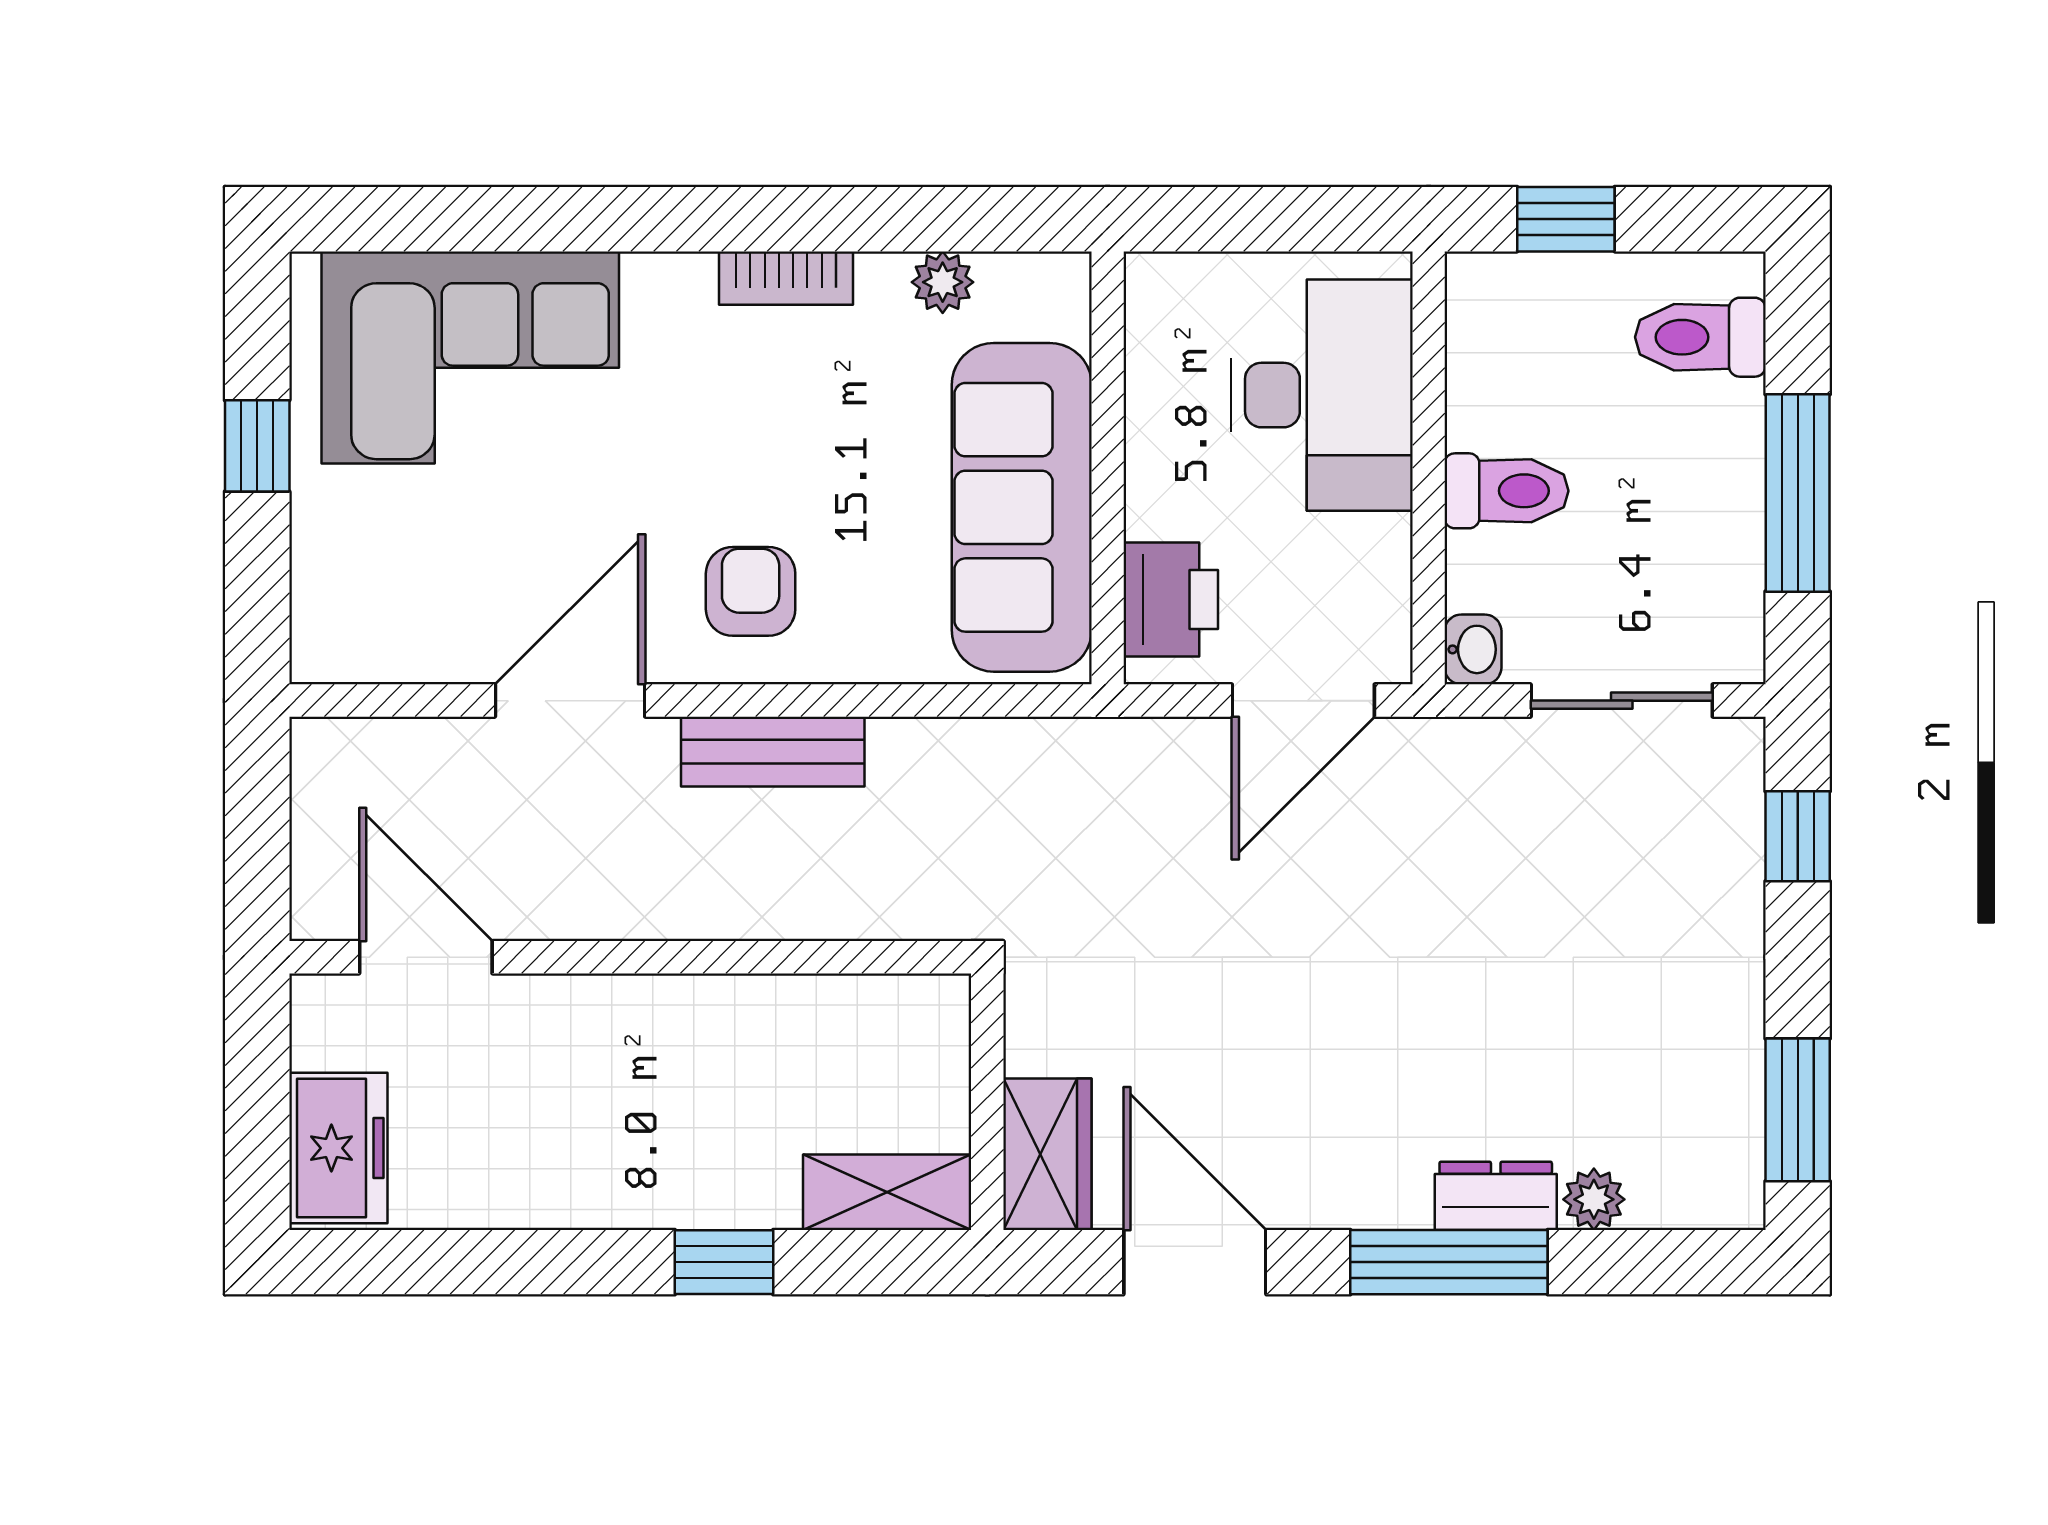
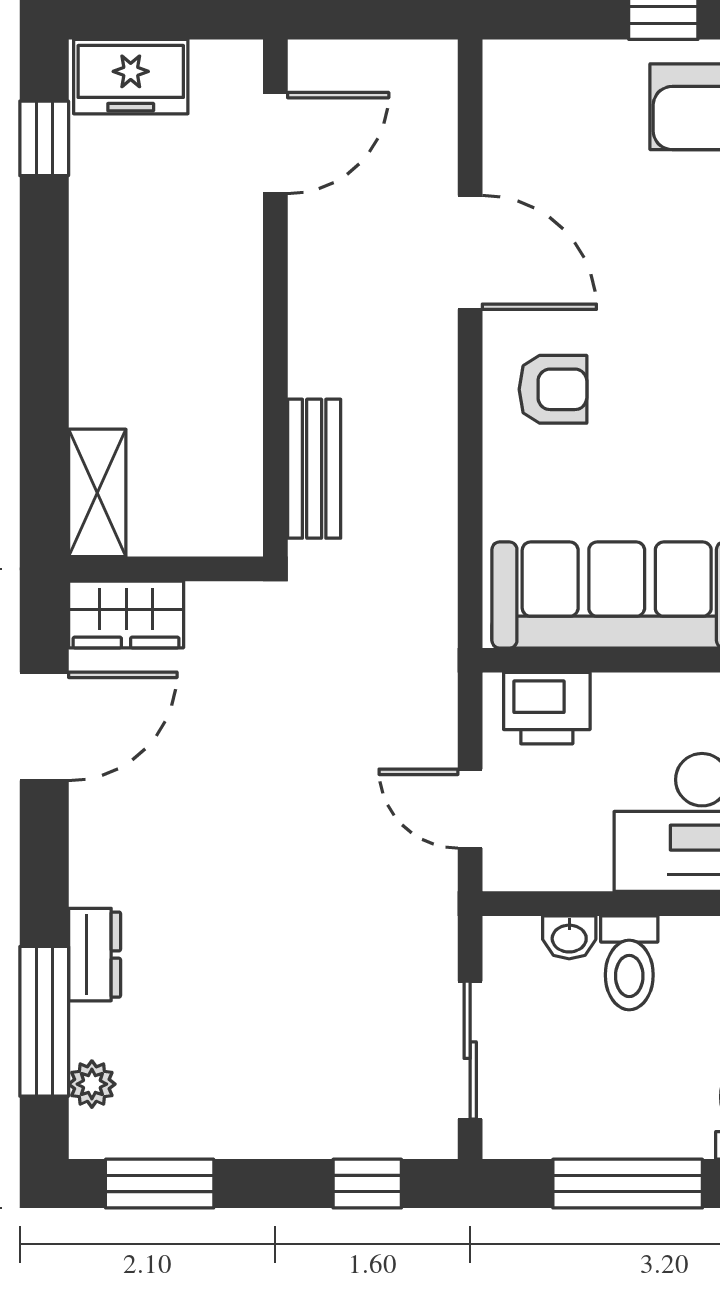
washbasin: (1473, 649) -> (569, 937), moved
door: (1303, 701) -> (470, 809), width x0.73
bench: (773, 752) -> (314, 469), moved
plant: (1594, 1199) -> (92, 1084), moved
window: (724, 1262) -> (44, 138), moved
window: (1449, 1262) -> (44, 1021), moved

